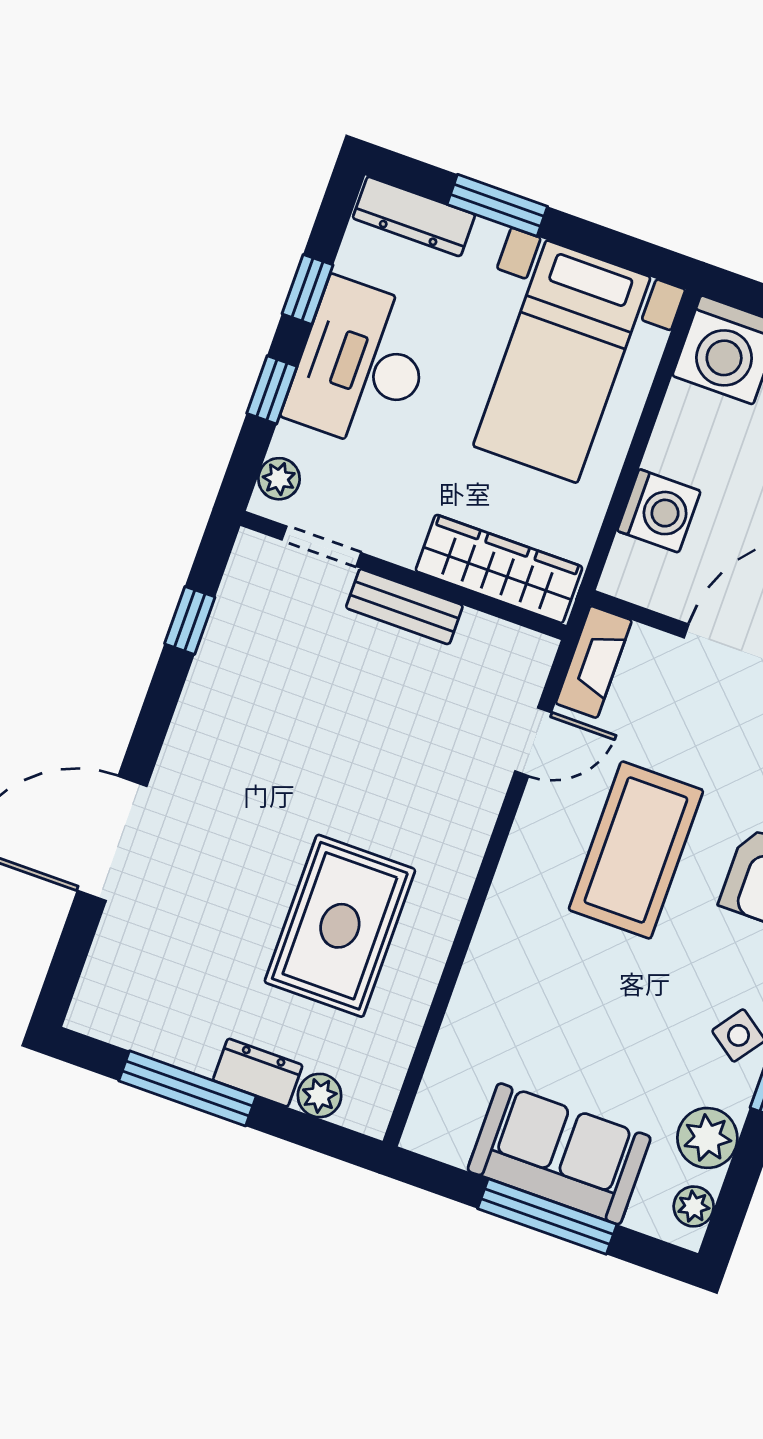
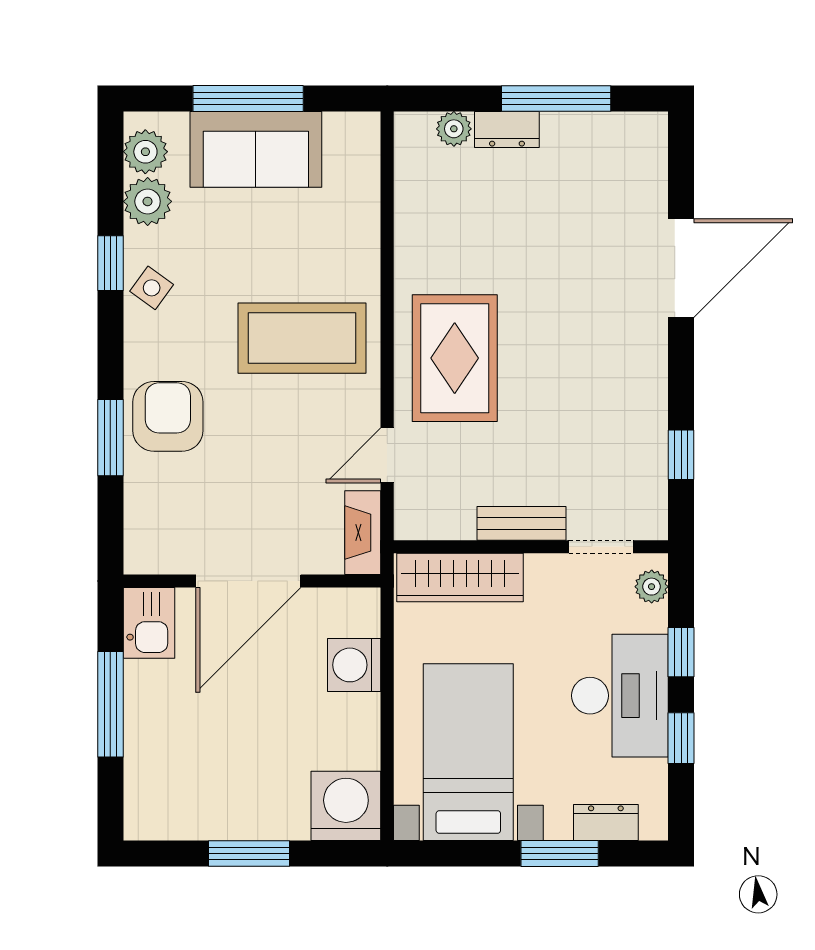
dresser: (414, 216) -> (606, 822), width x0.70
coffee table: (636, 850) -> (302, 338), moved, turned 90
rug: (340, 926) -> (455, 358), moved
plant: (694, 1206) -> (145, 152), width x1.38, depth x1.38

